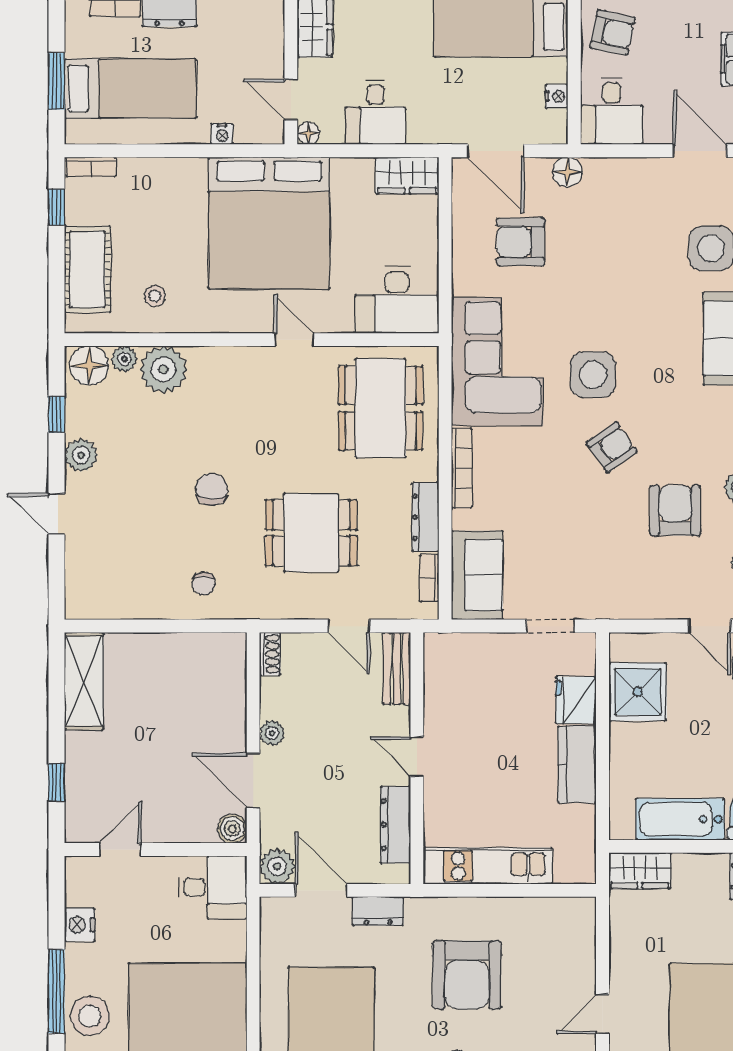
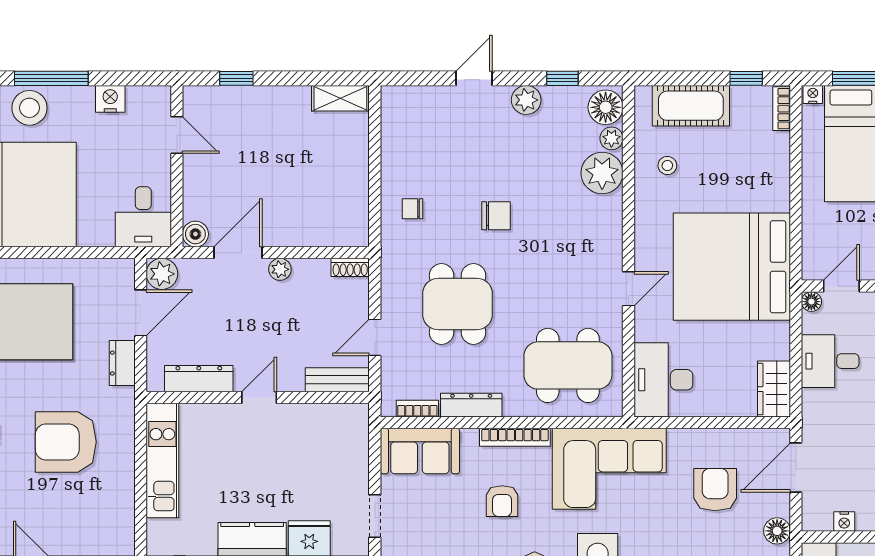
nightstand: (222, 134) -> (813, 94), moved, turned 90
armchair: (534, 482) -> (502, 501), added
shelving: (84, 681) -> (340, 98), width x0.67, depth x0.75

